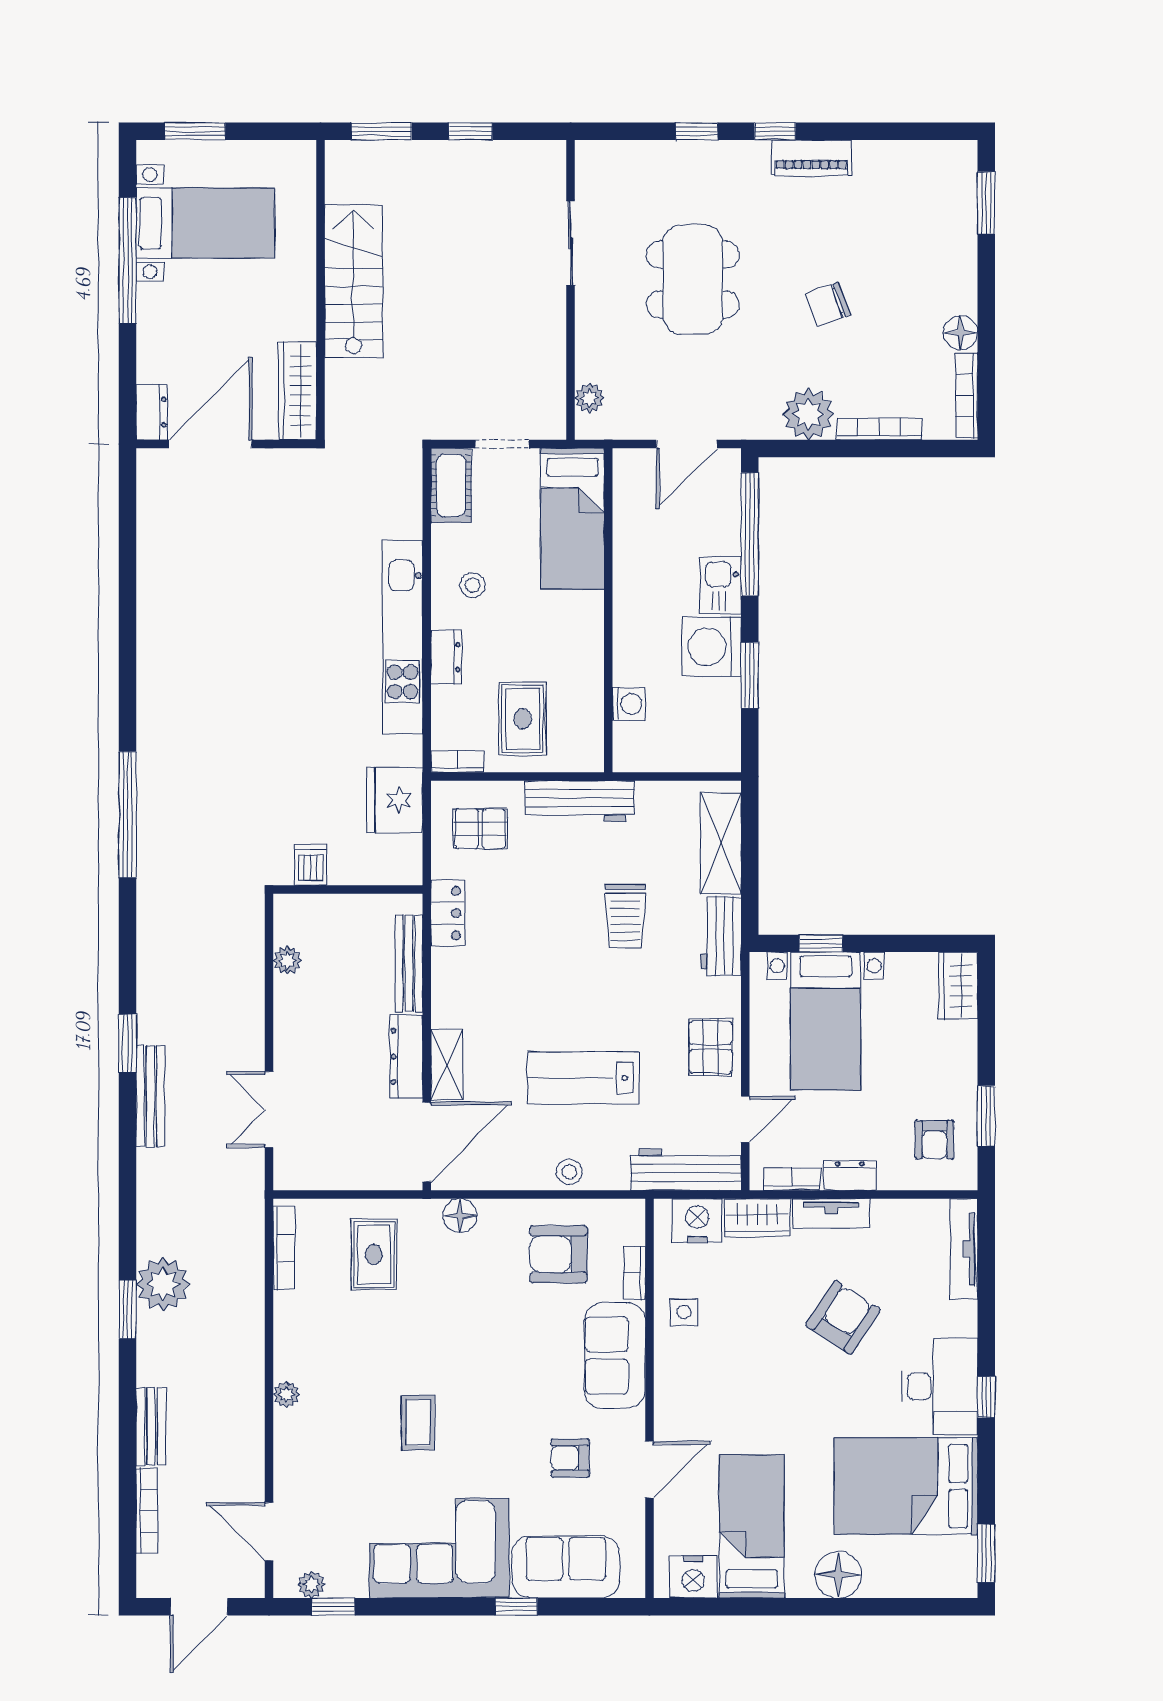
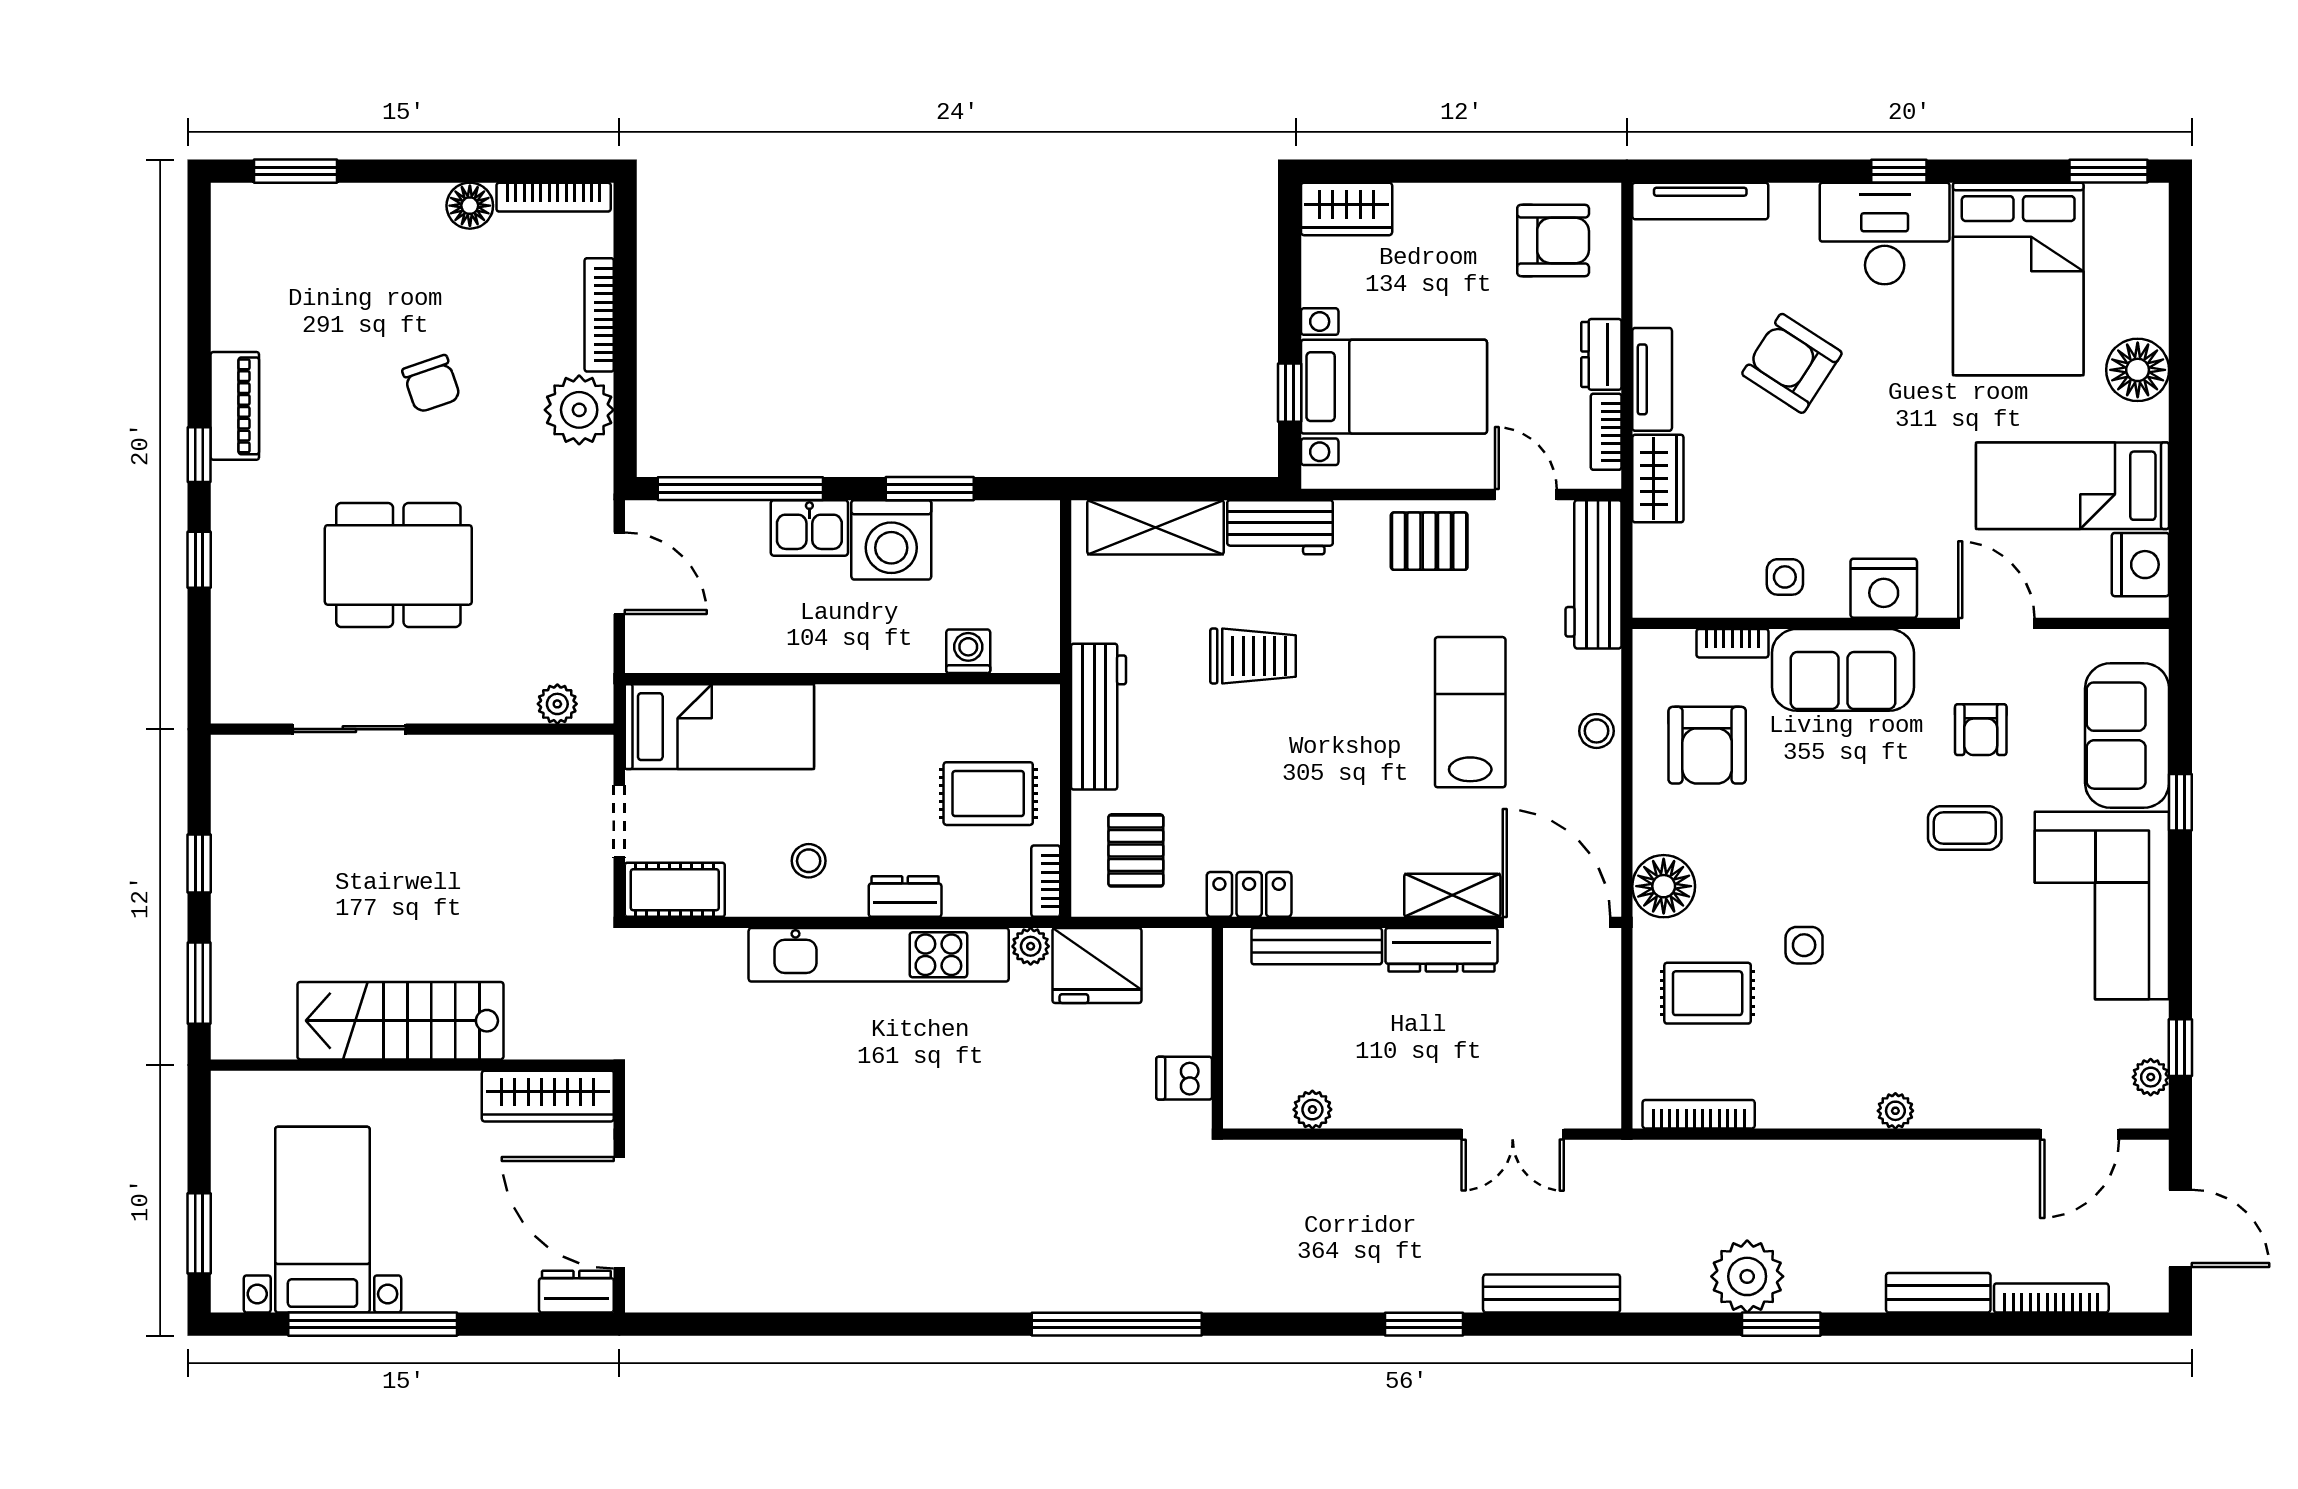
plant: (409, 750) -> (1031, 946), added
lab bench: (583, 1078) -> (1470, 712), turned 180
bench: (150, 1096) -> (1552, 1293), moved
window: (986, 1116) -> (1521, 171), removed
armchair: (934, 1140) -> (1553, 241), width x1.38, depth x1.38
floor lamp: (460, 1216) -> (1664, 886), width x1.38, depth x1.38
nightstand: (697, 1221) -> (1884, 588), moved, turned -90
side table: (410, 1326) -> (1804, 945), added
coffee table: (418, 1423) -> (1965, 828), moved

